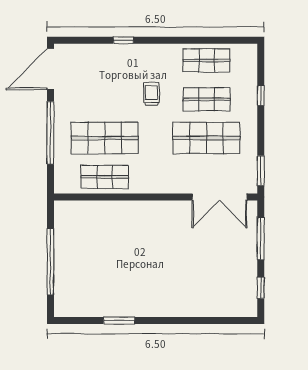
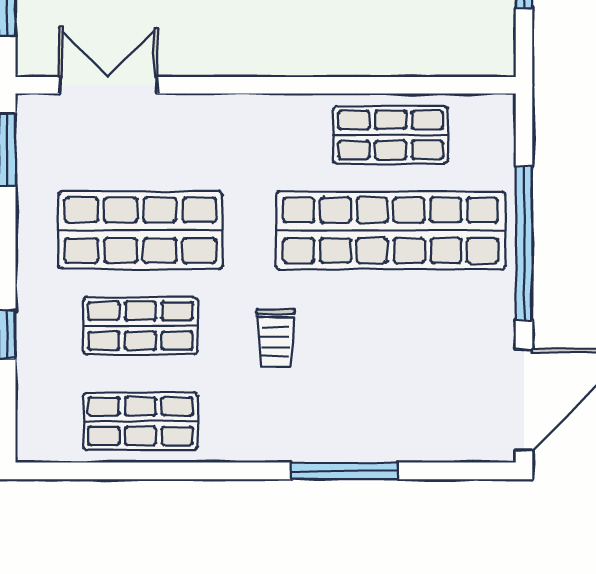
window: (123, 40) -> (345, 471), width x2.17
shop shelf: (105, 138) -> (391, 230), width x1.40
double door: (219, 197) -> (108, 85), width x0.73

